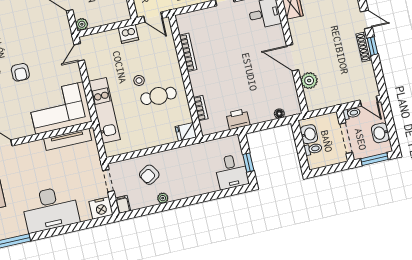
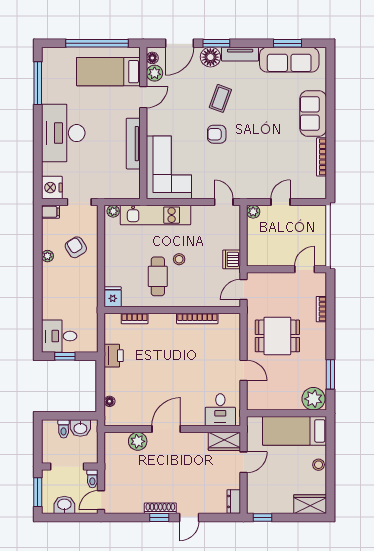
tv unit: (68, 139) -> (133, 144), moved
plant: (110, 149) -> (113, 211), added

